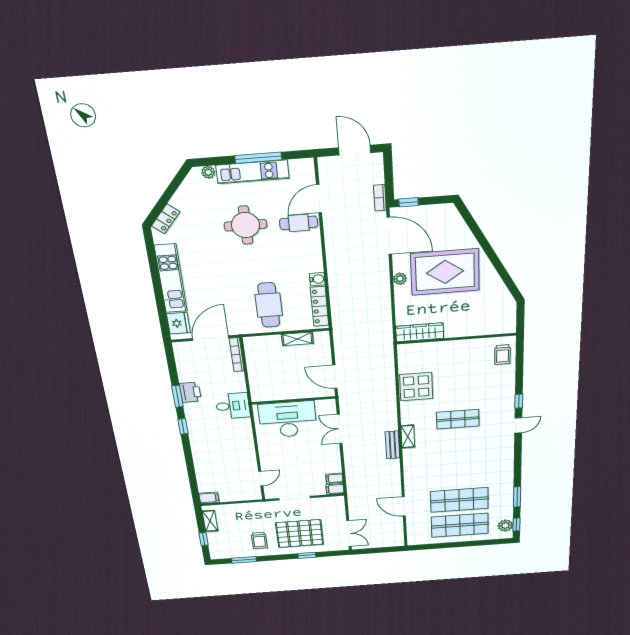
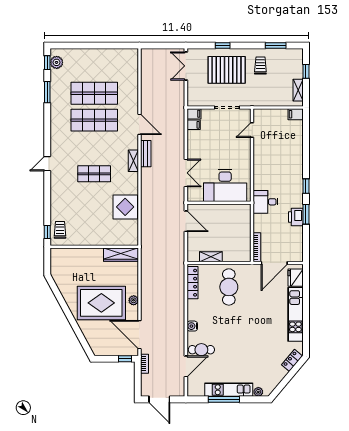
round table: (246, 225) -> (238, 351), removed
water cooler: (317, 279) -> (192, 326), moved
window: (519, 401) -> (47, 232), moved
door: (404, 506) -> (139, 124), moved
shop shelf: (460, 525) -> (94, 120), moved

